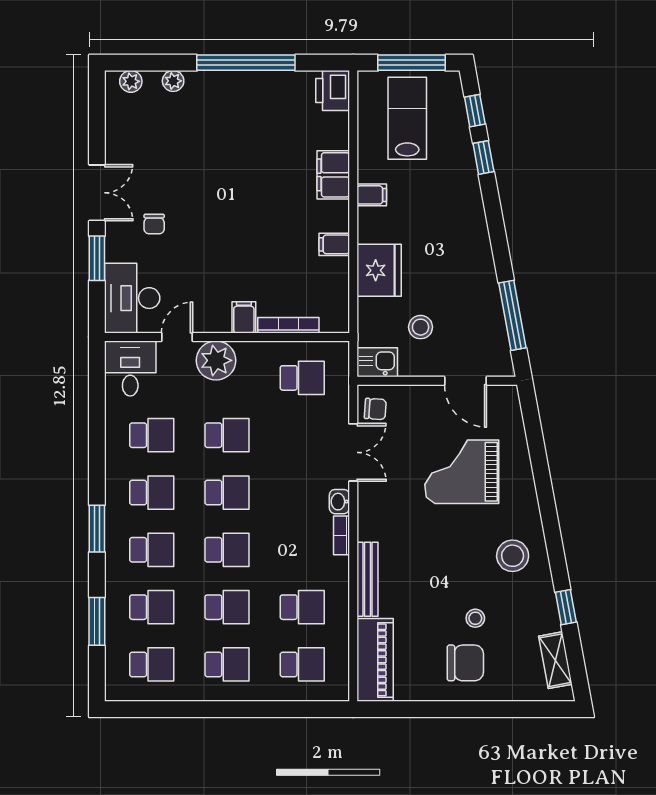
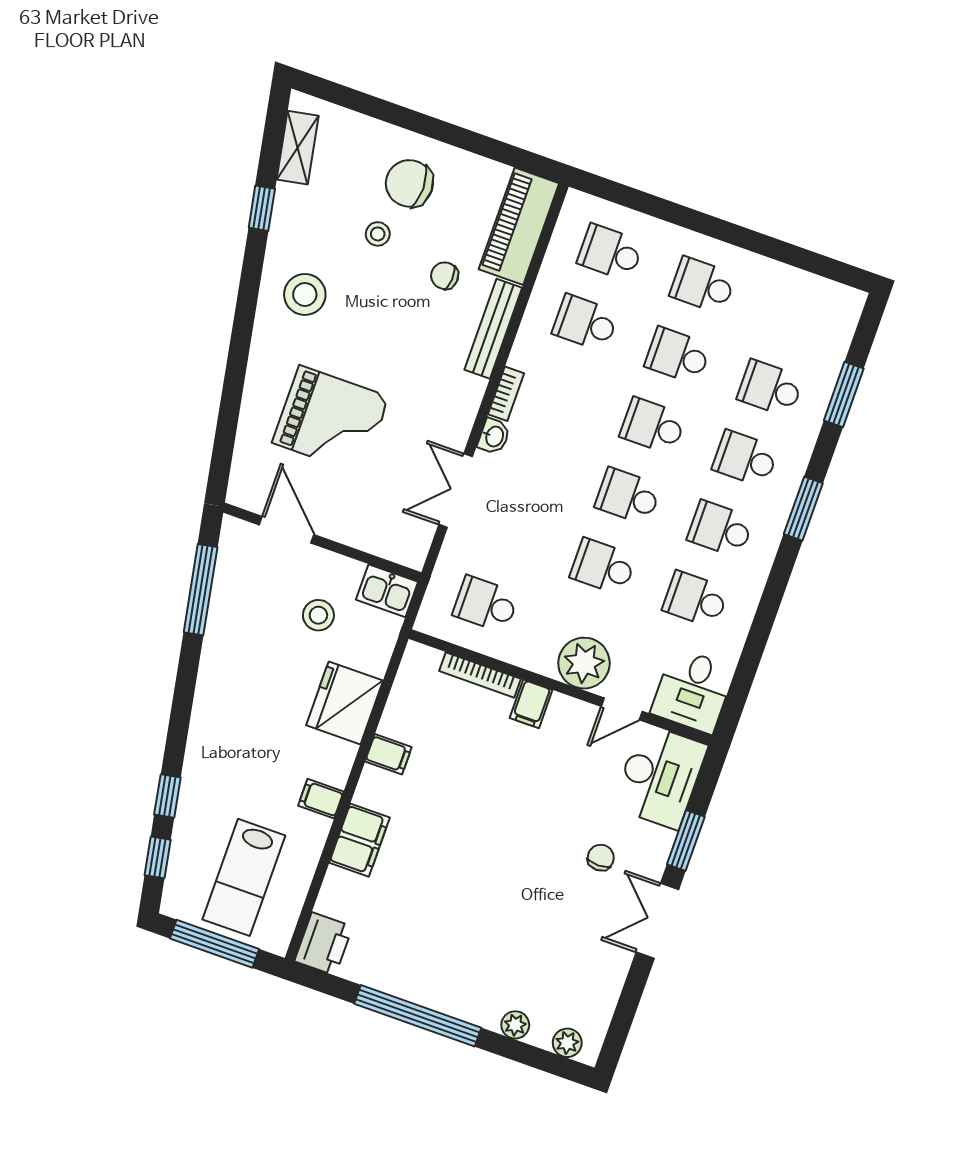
chair: (375, 409) -> (445, 276), moved
school desk: (152, 664) -> (795, 318), removed

